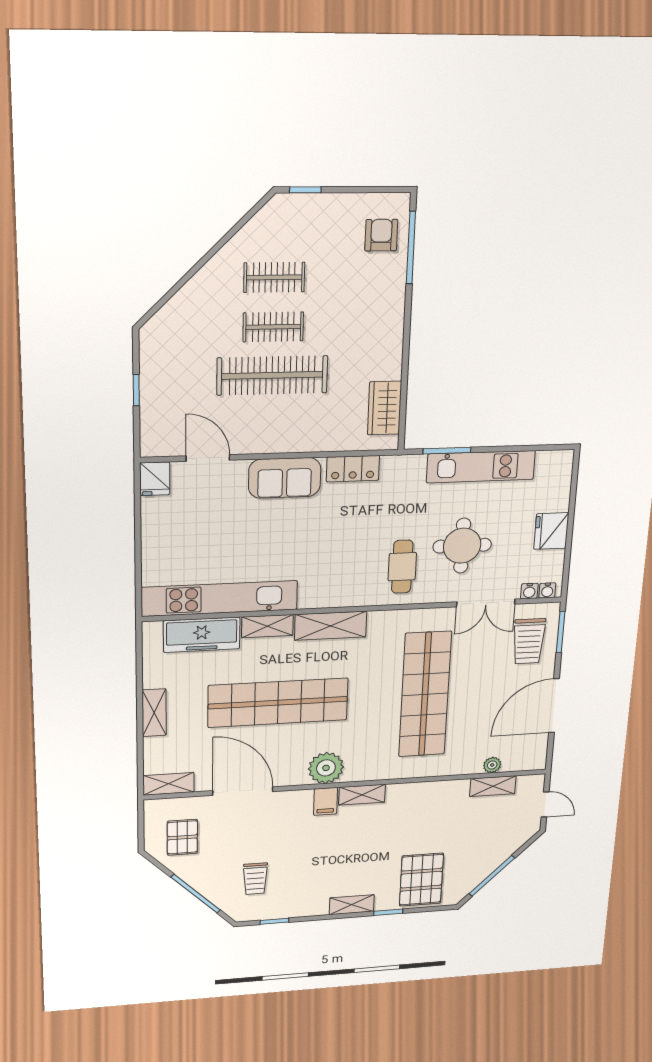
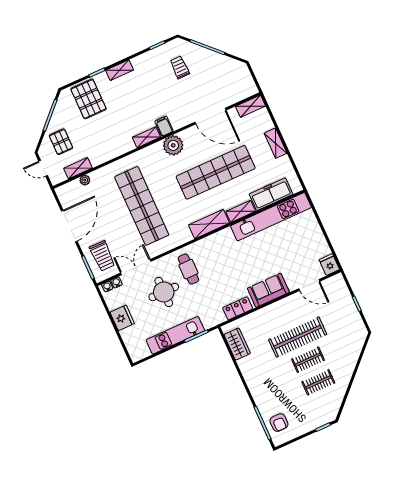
trolley: (529, 641) -> (102, 256), turned 180
pallet: (182, 837) -> (61, 142), moved

